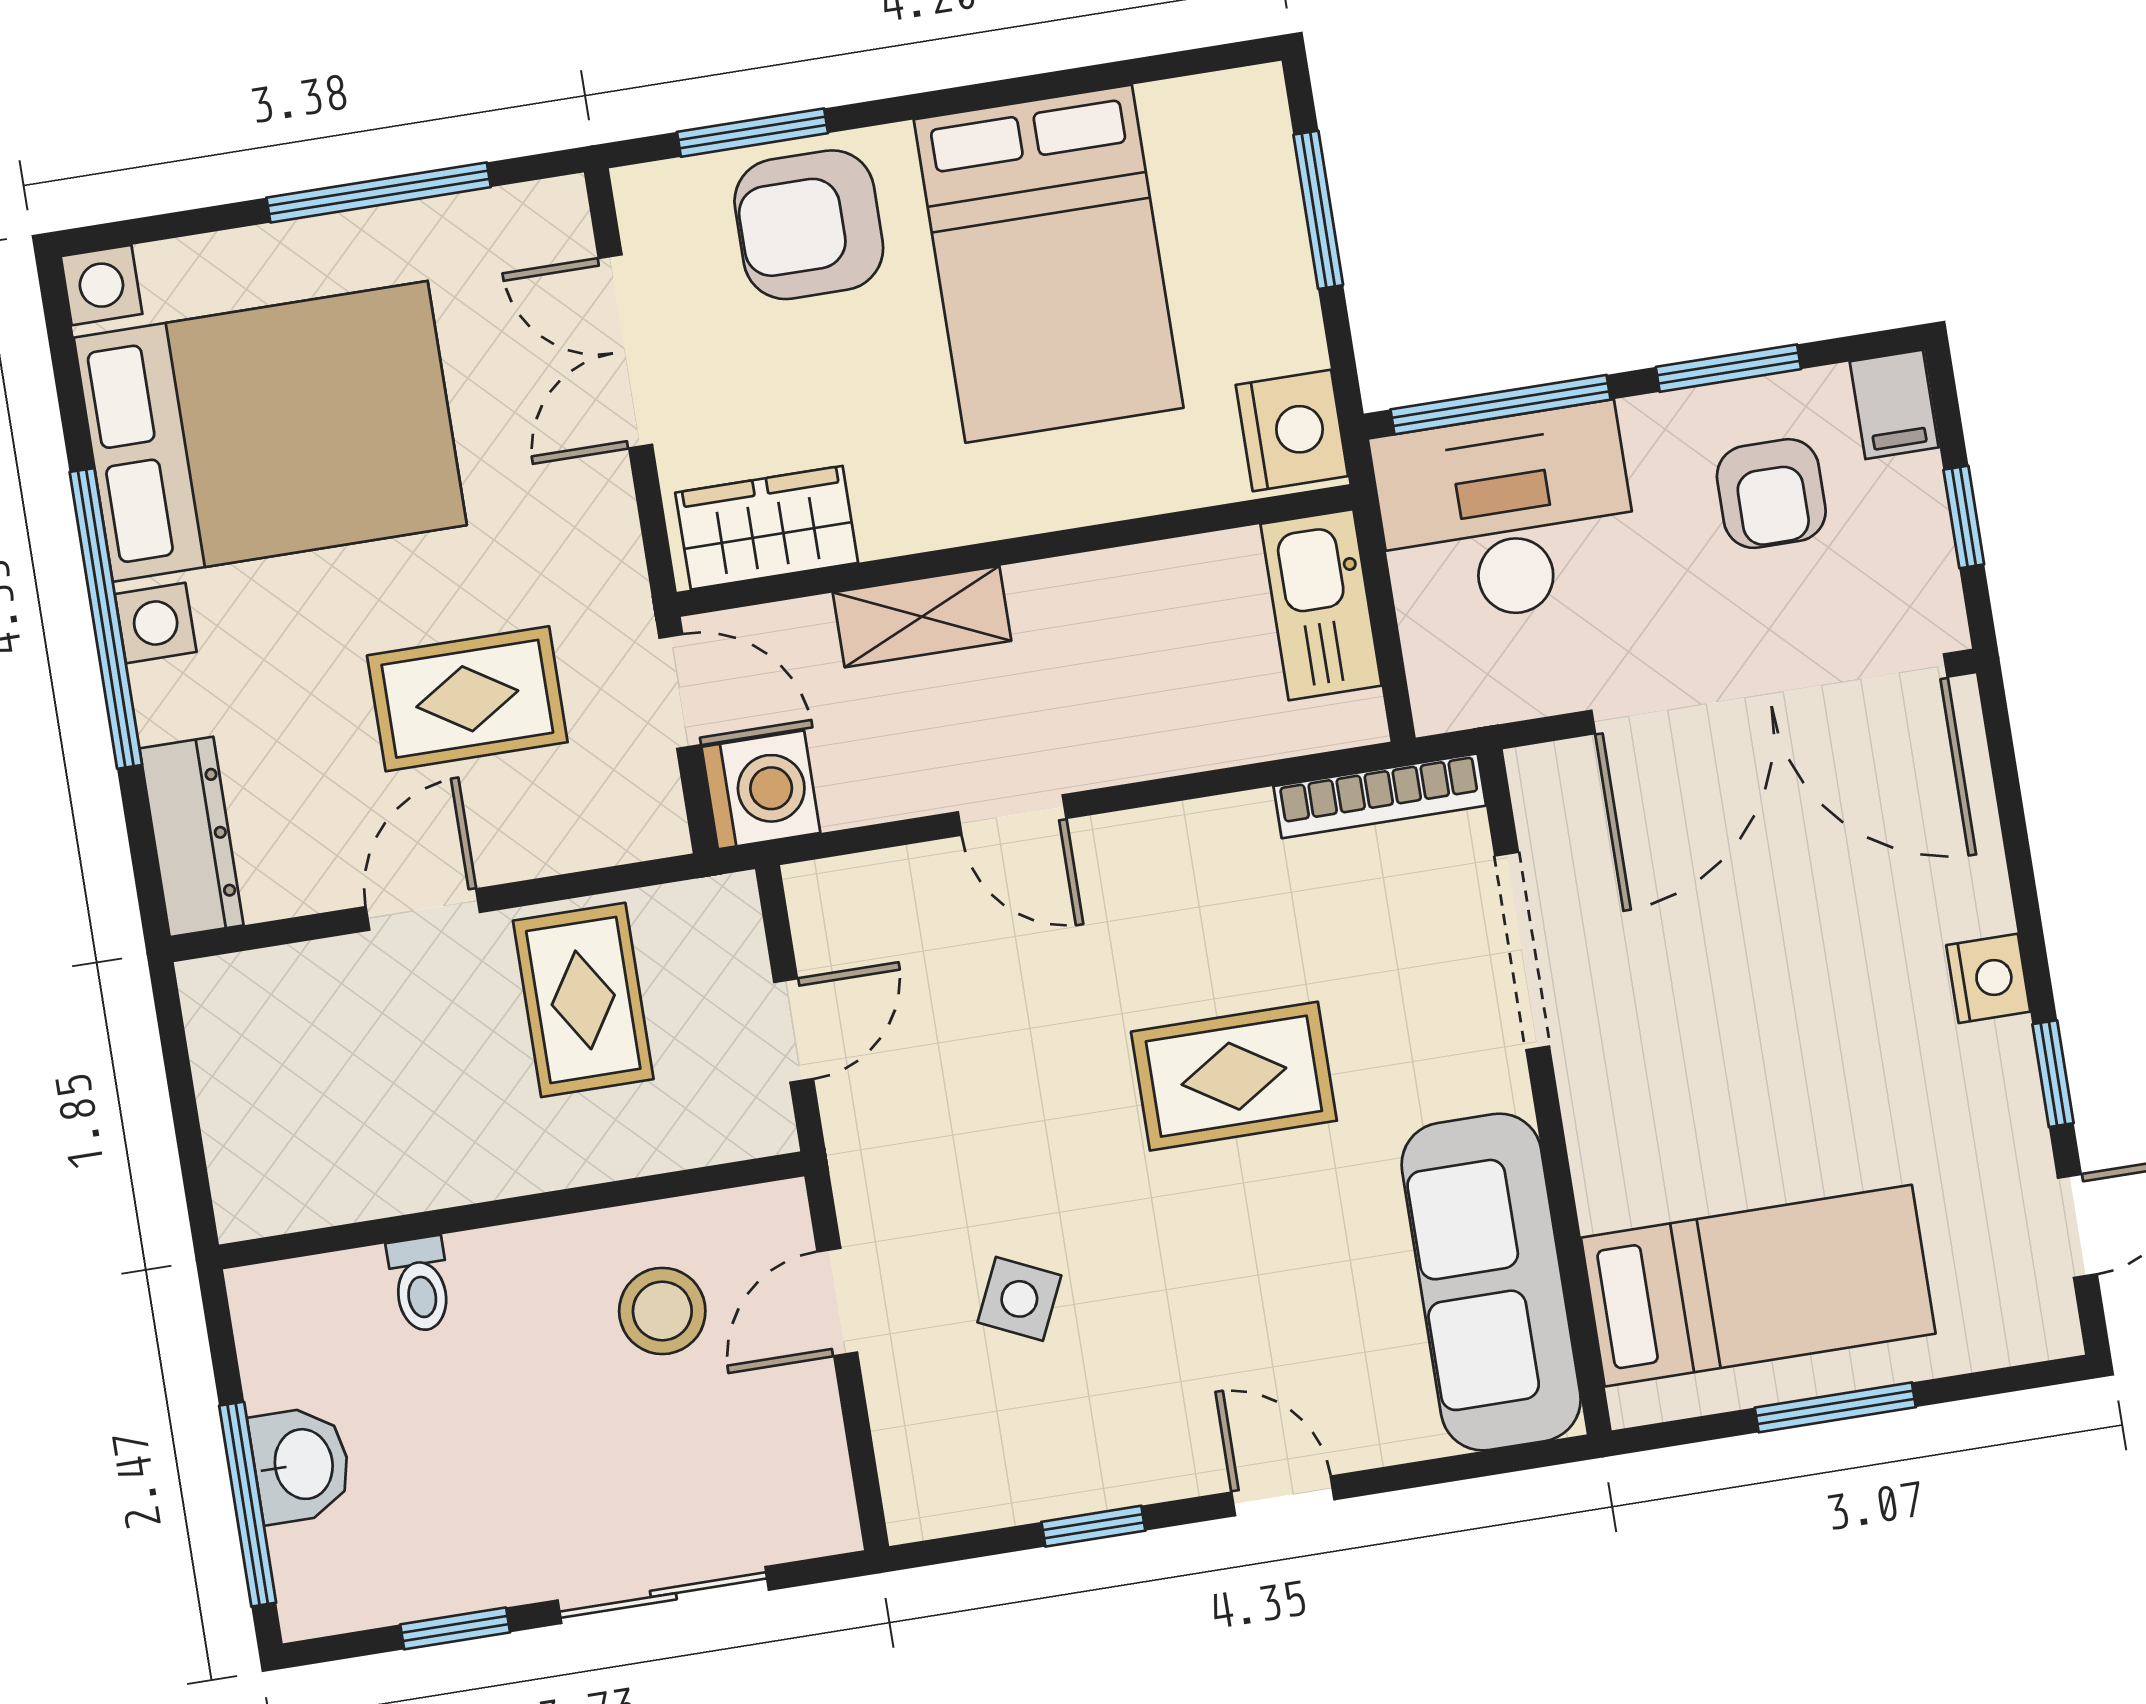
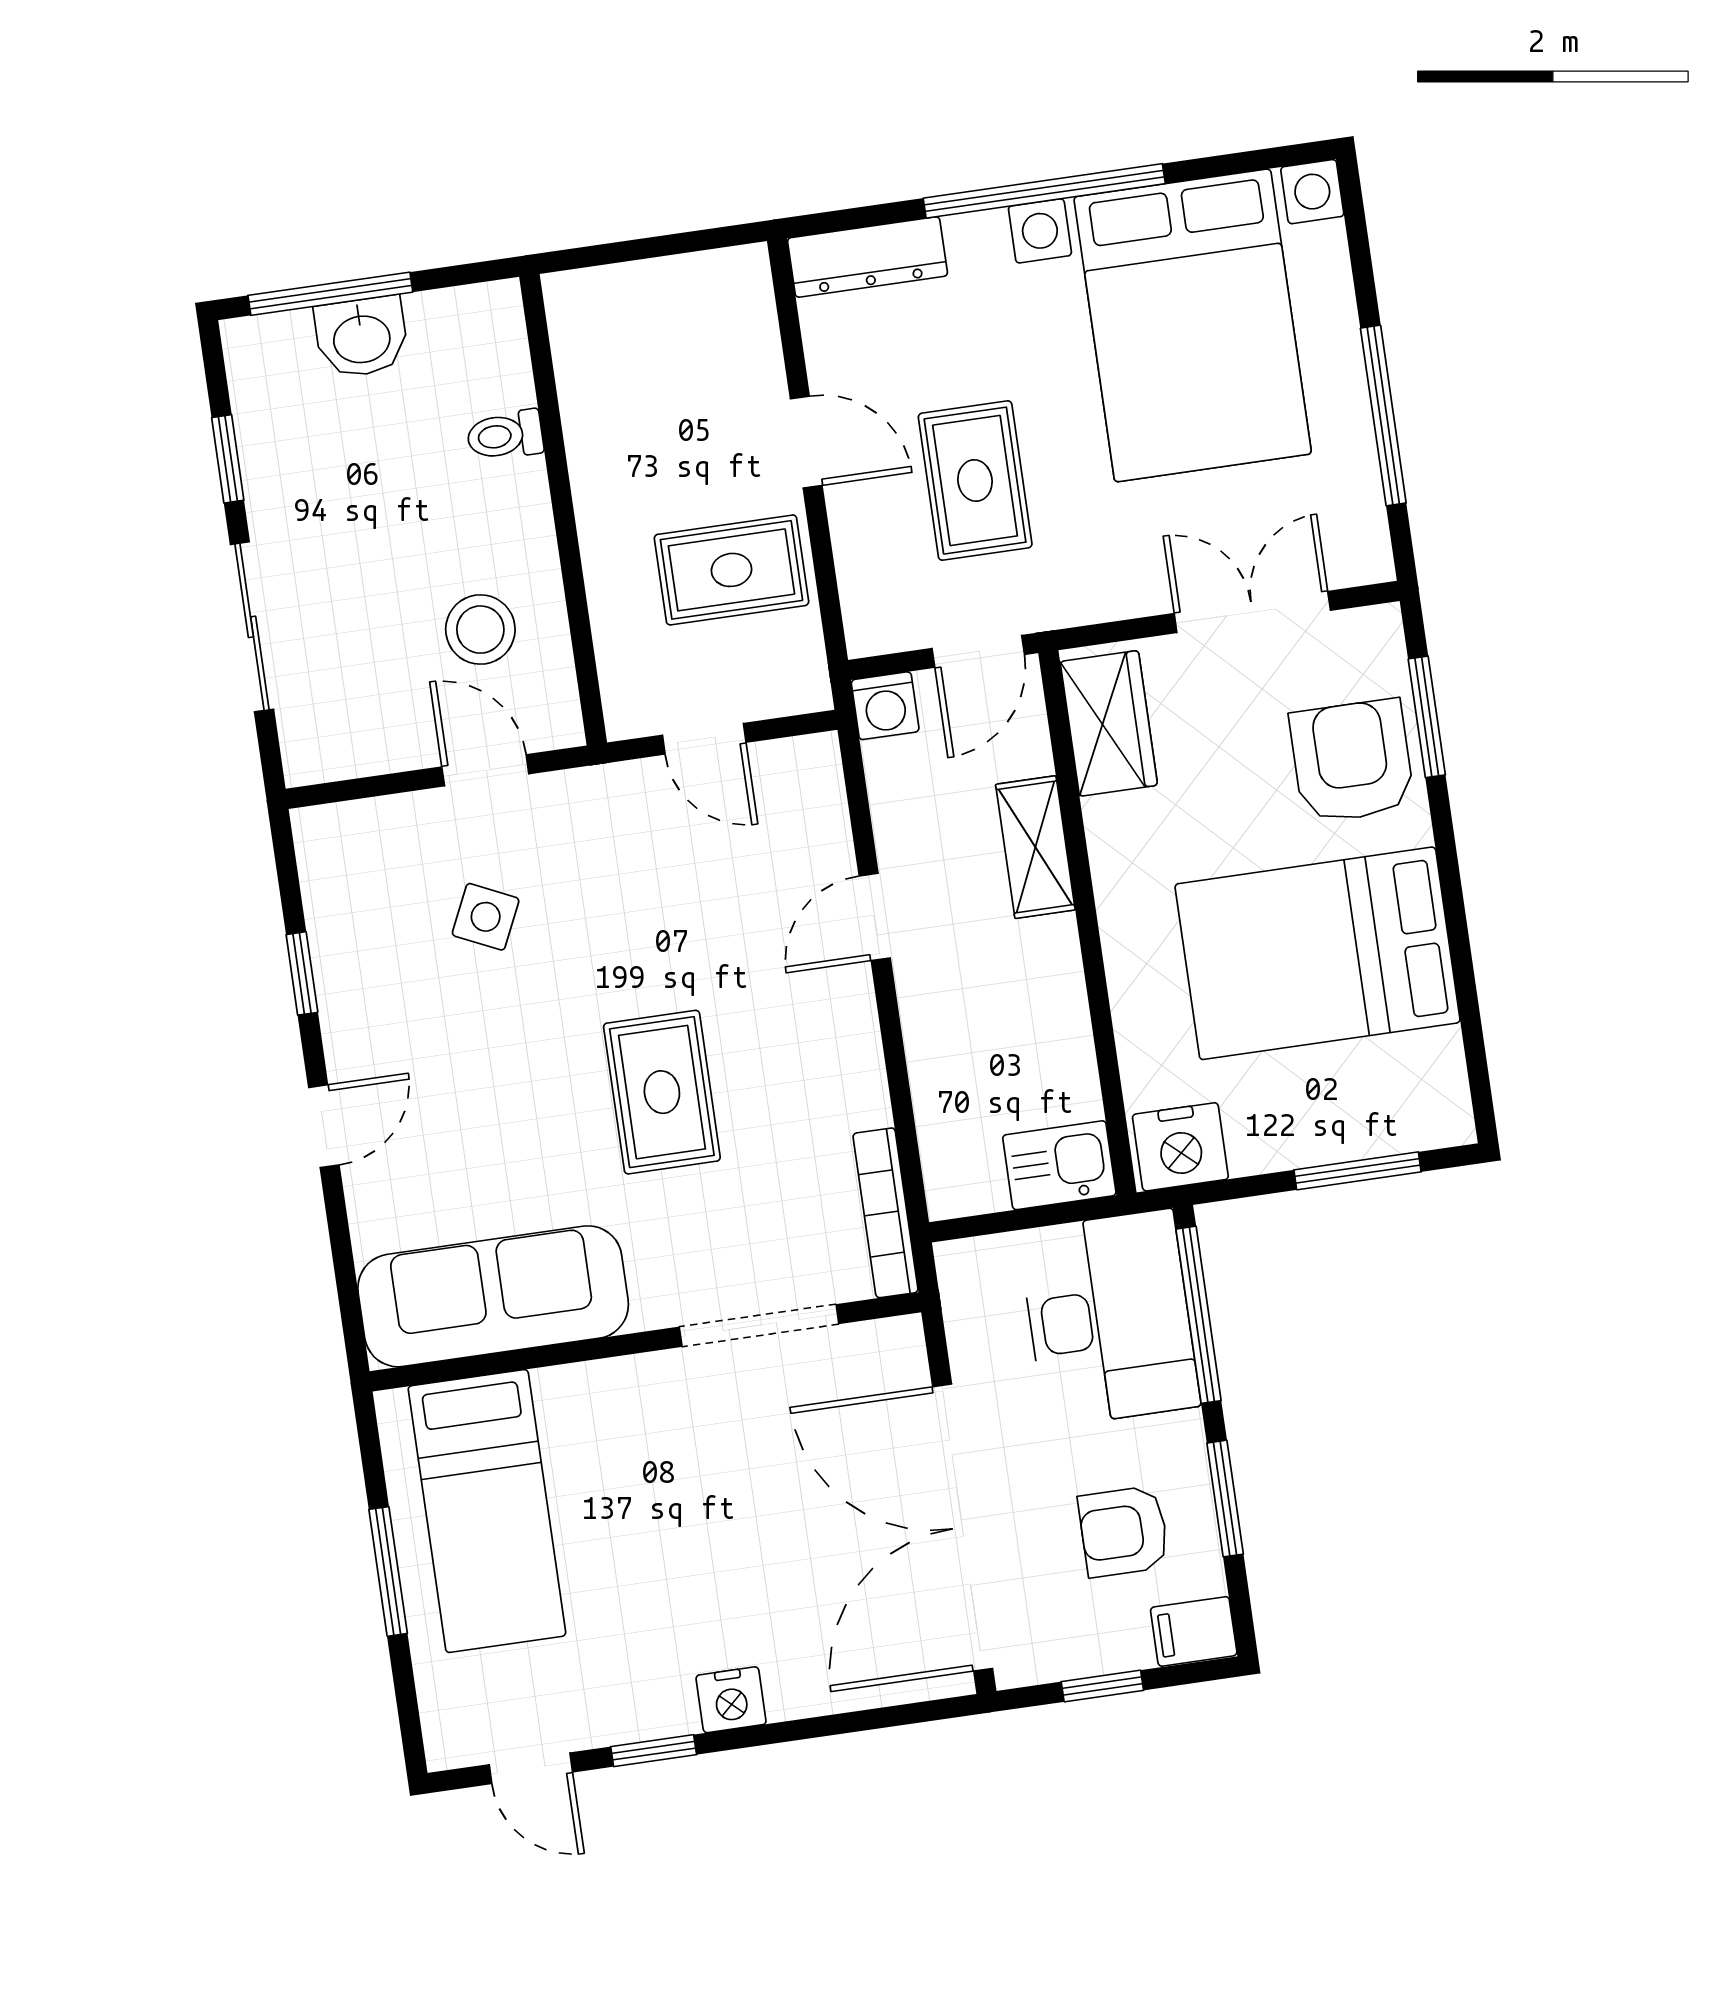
kitchen sink: (1321, 605) -> (1059, 1165), width x0.73
washing machine: (761, 790) -> (885, 706), width x0.73, depth x0.73

